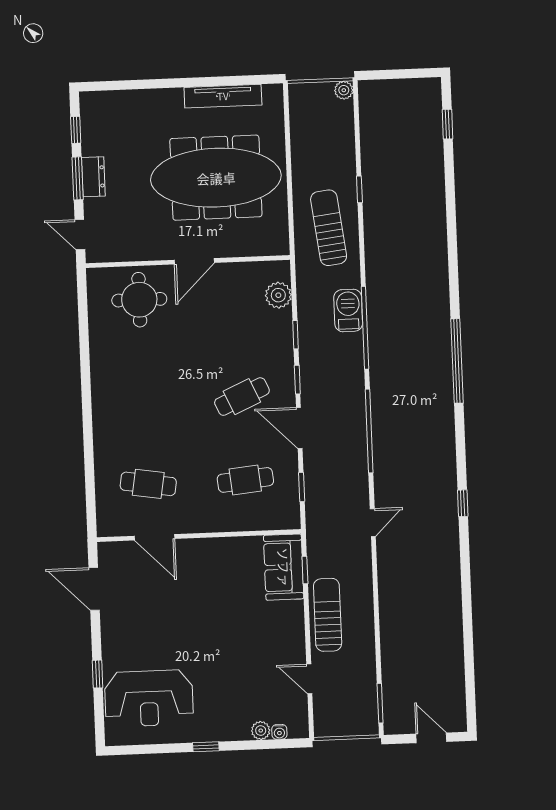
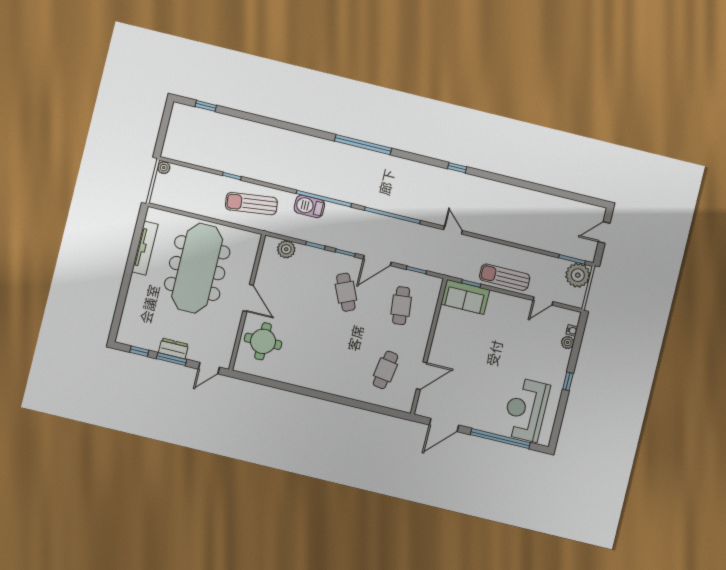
window: (98, 674) -> (500, 439), width x3.17
reception desk: (149, 698) -> (526, 410), turned 180
plant: (360, 718) -> (578, 275), added

